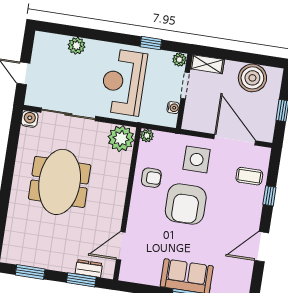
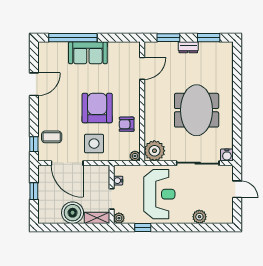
boiler: (252, 78) -> (73, 213), moved
window: (269, 196) -> (34, 144), moved
dresser: (89, 268) -> (188, 47), moved

